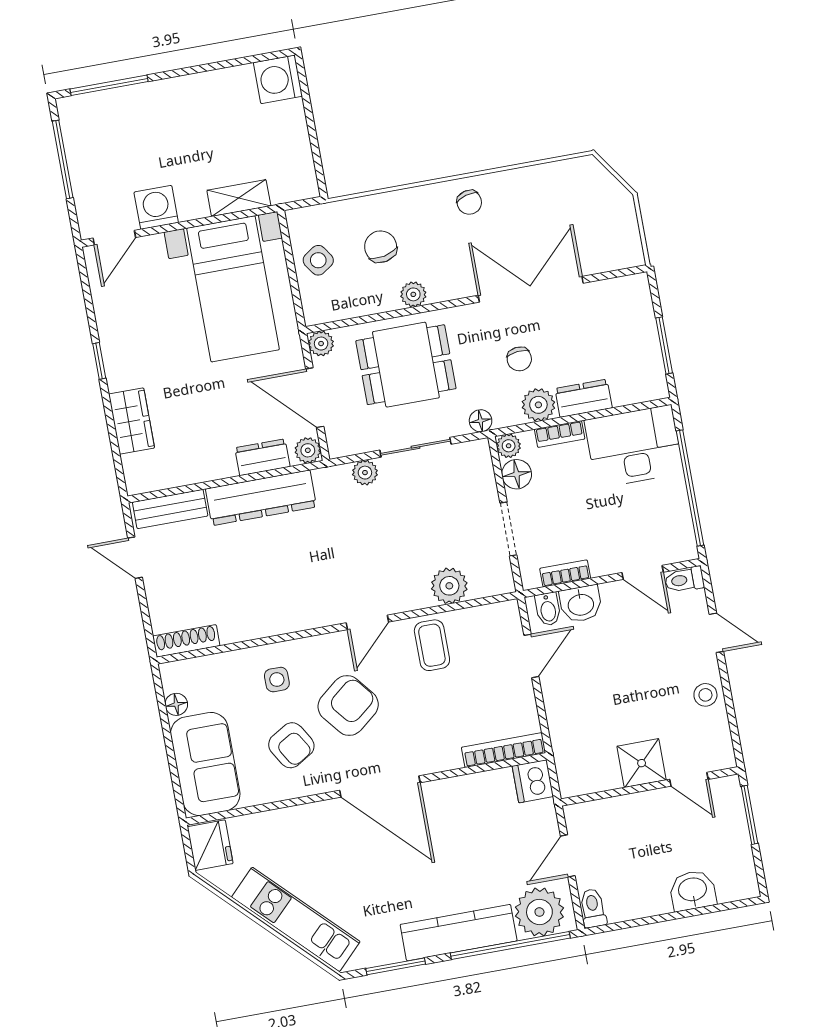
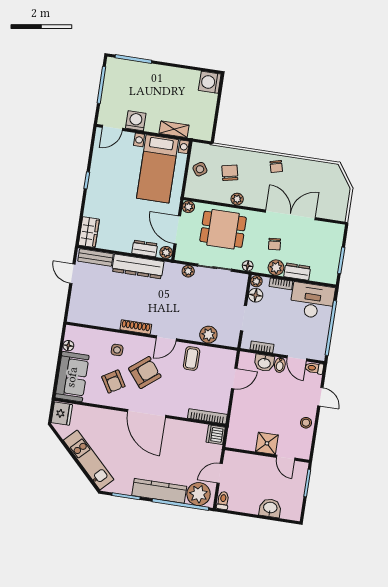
wardrobe: (132, 421) -> (89, 232), moved
bidet: (548, 609) -> (280, 365), moved
shoe rack: (186, 641) -> (136, 327), moved

